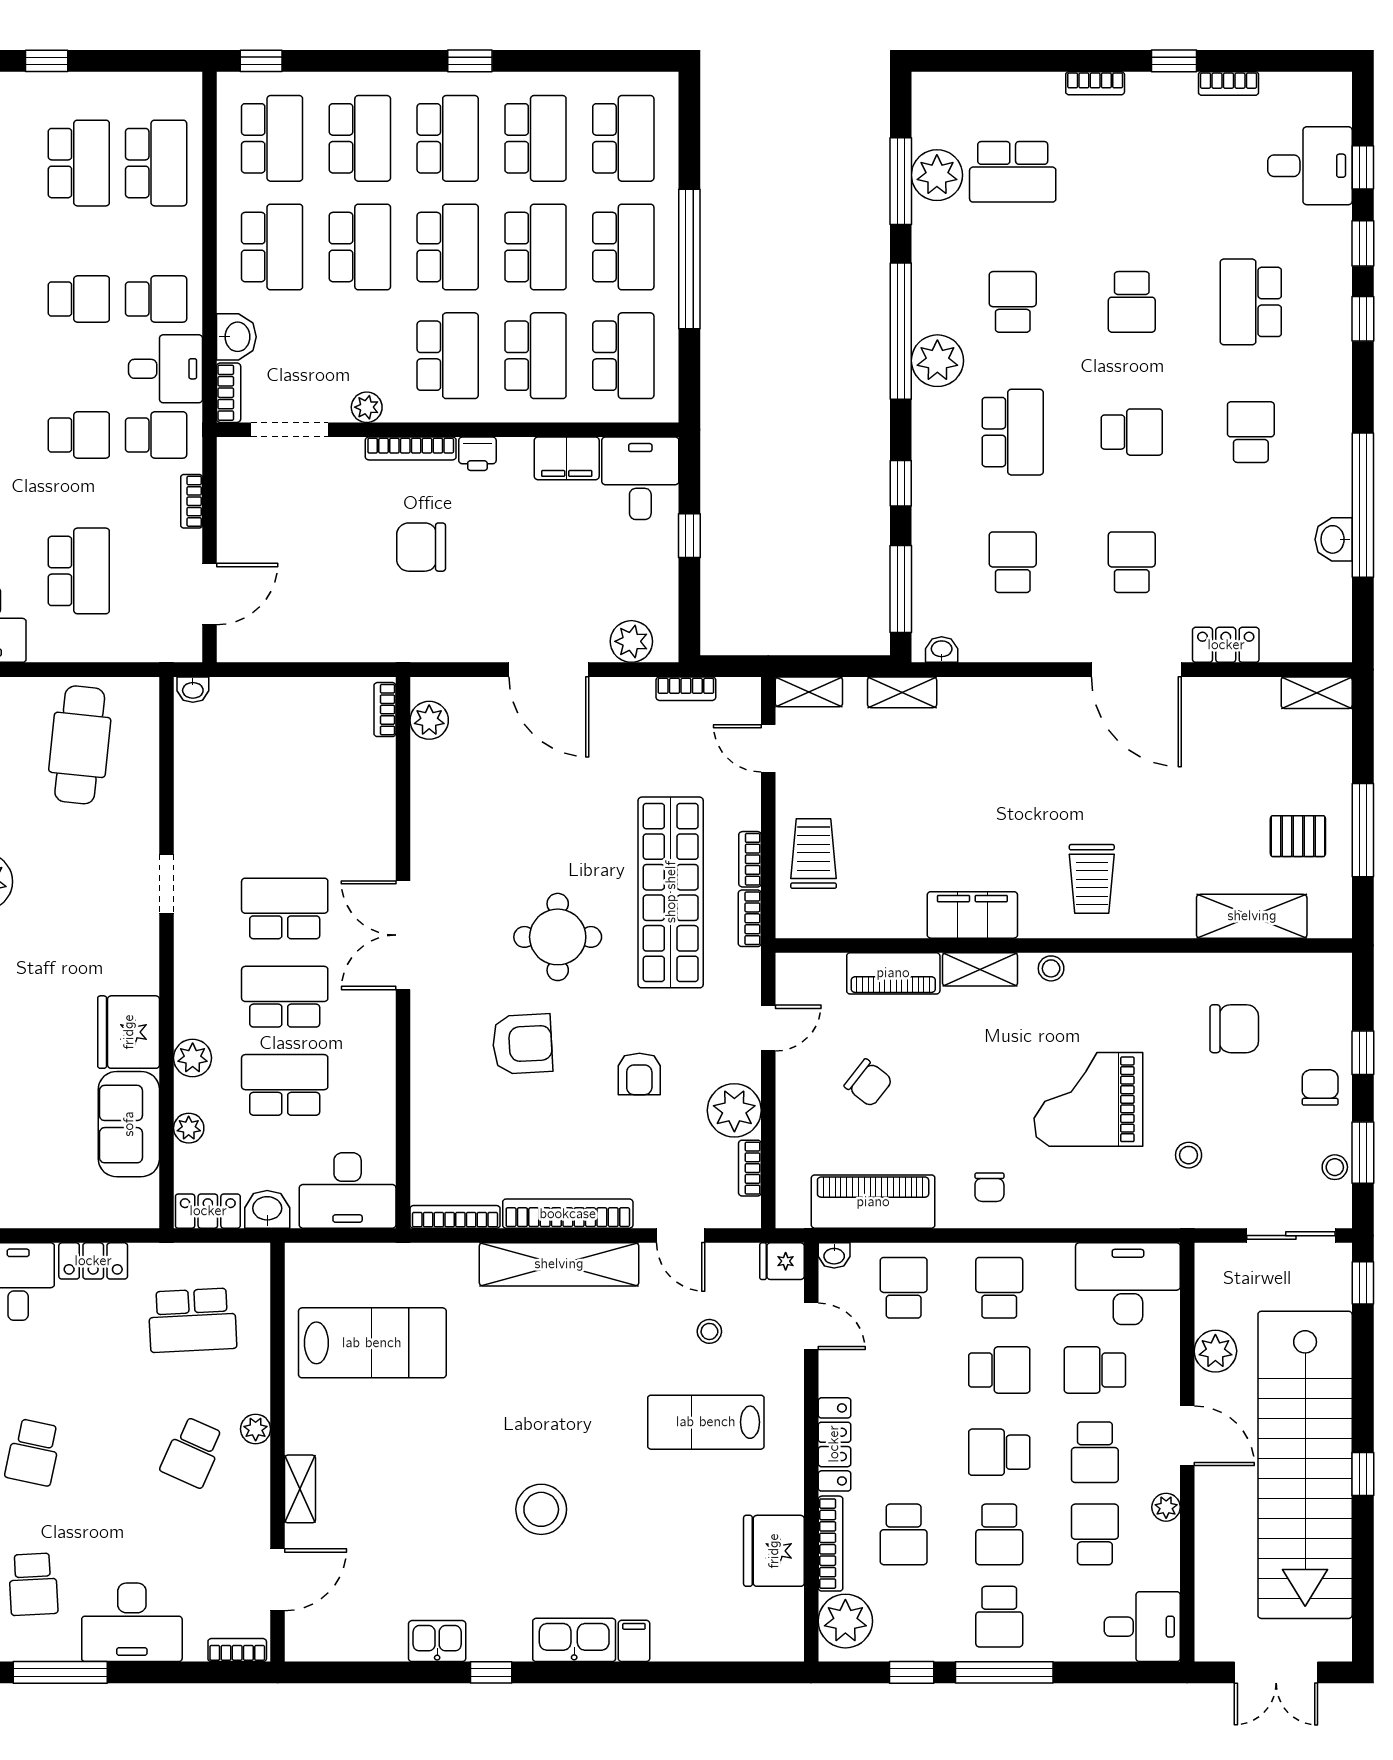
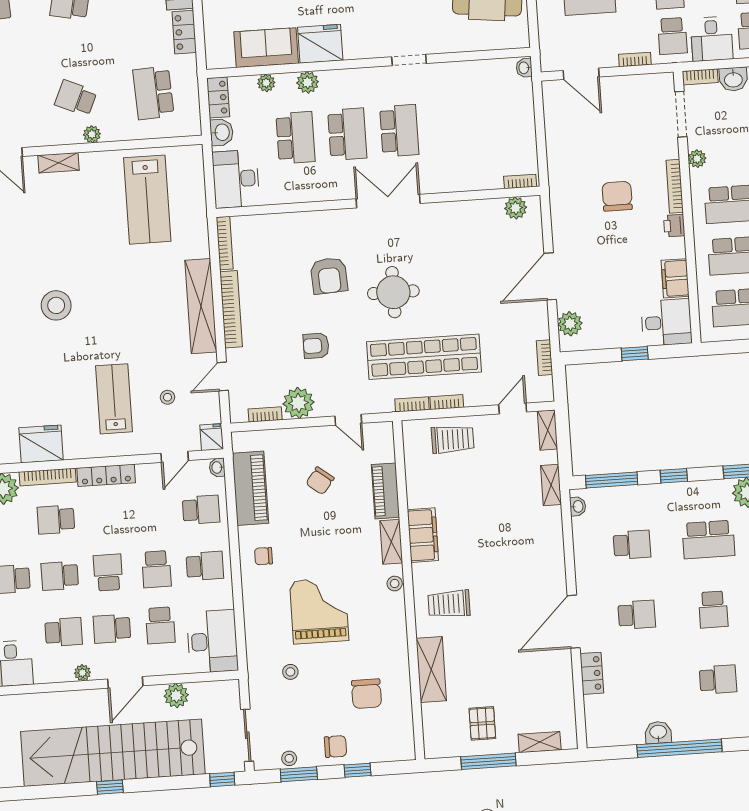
shelving: (1317, 693) -> (540, 742), moved, turned 90
shelving: (1252, 916) -> (431, 670), moved
school desk: (1095, 1370) -> (160, 625), turned 180

